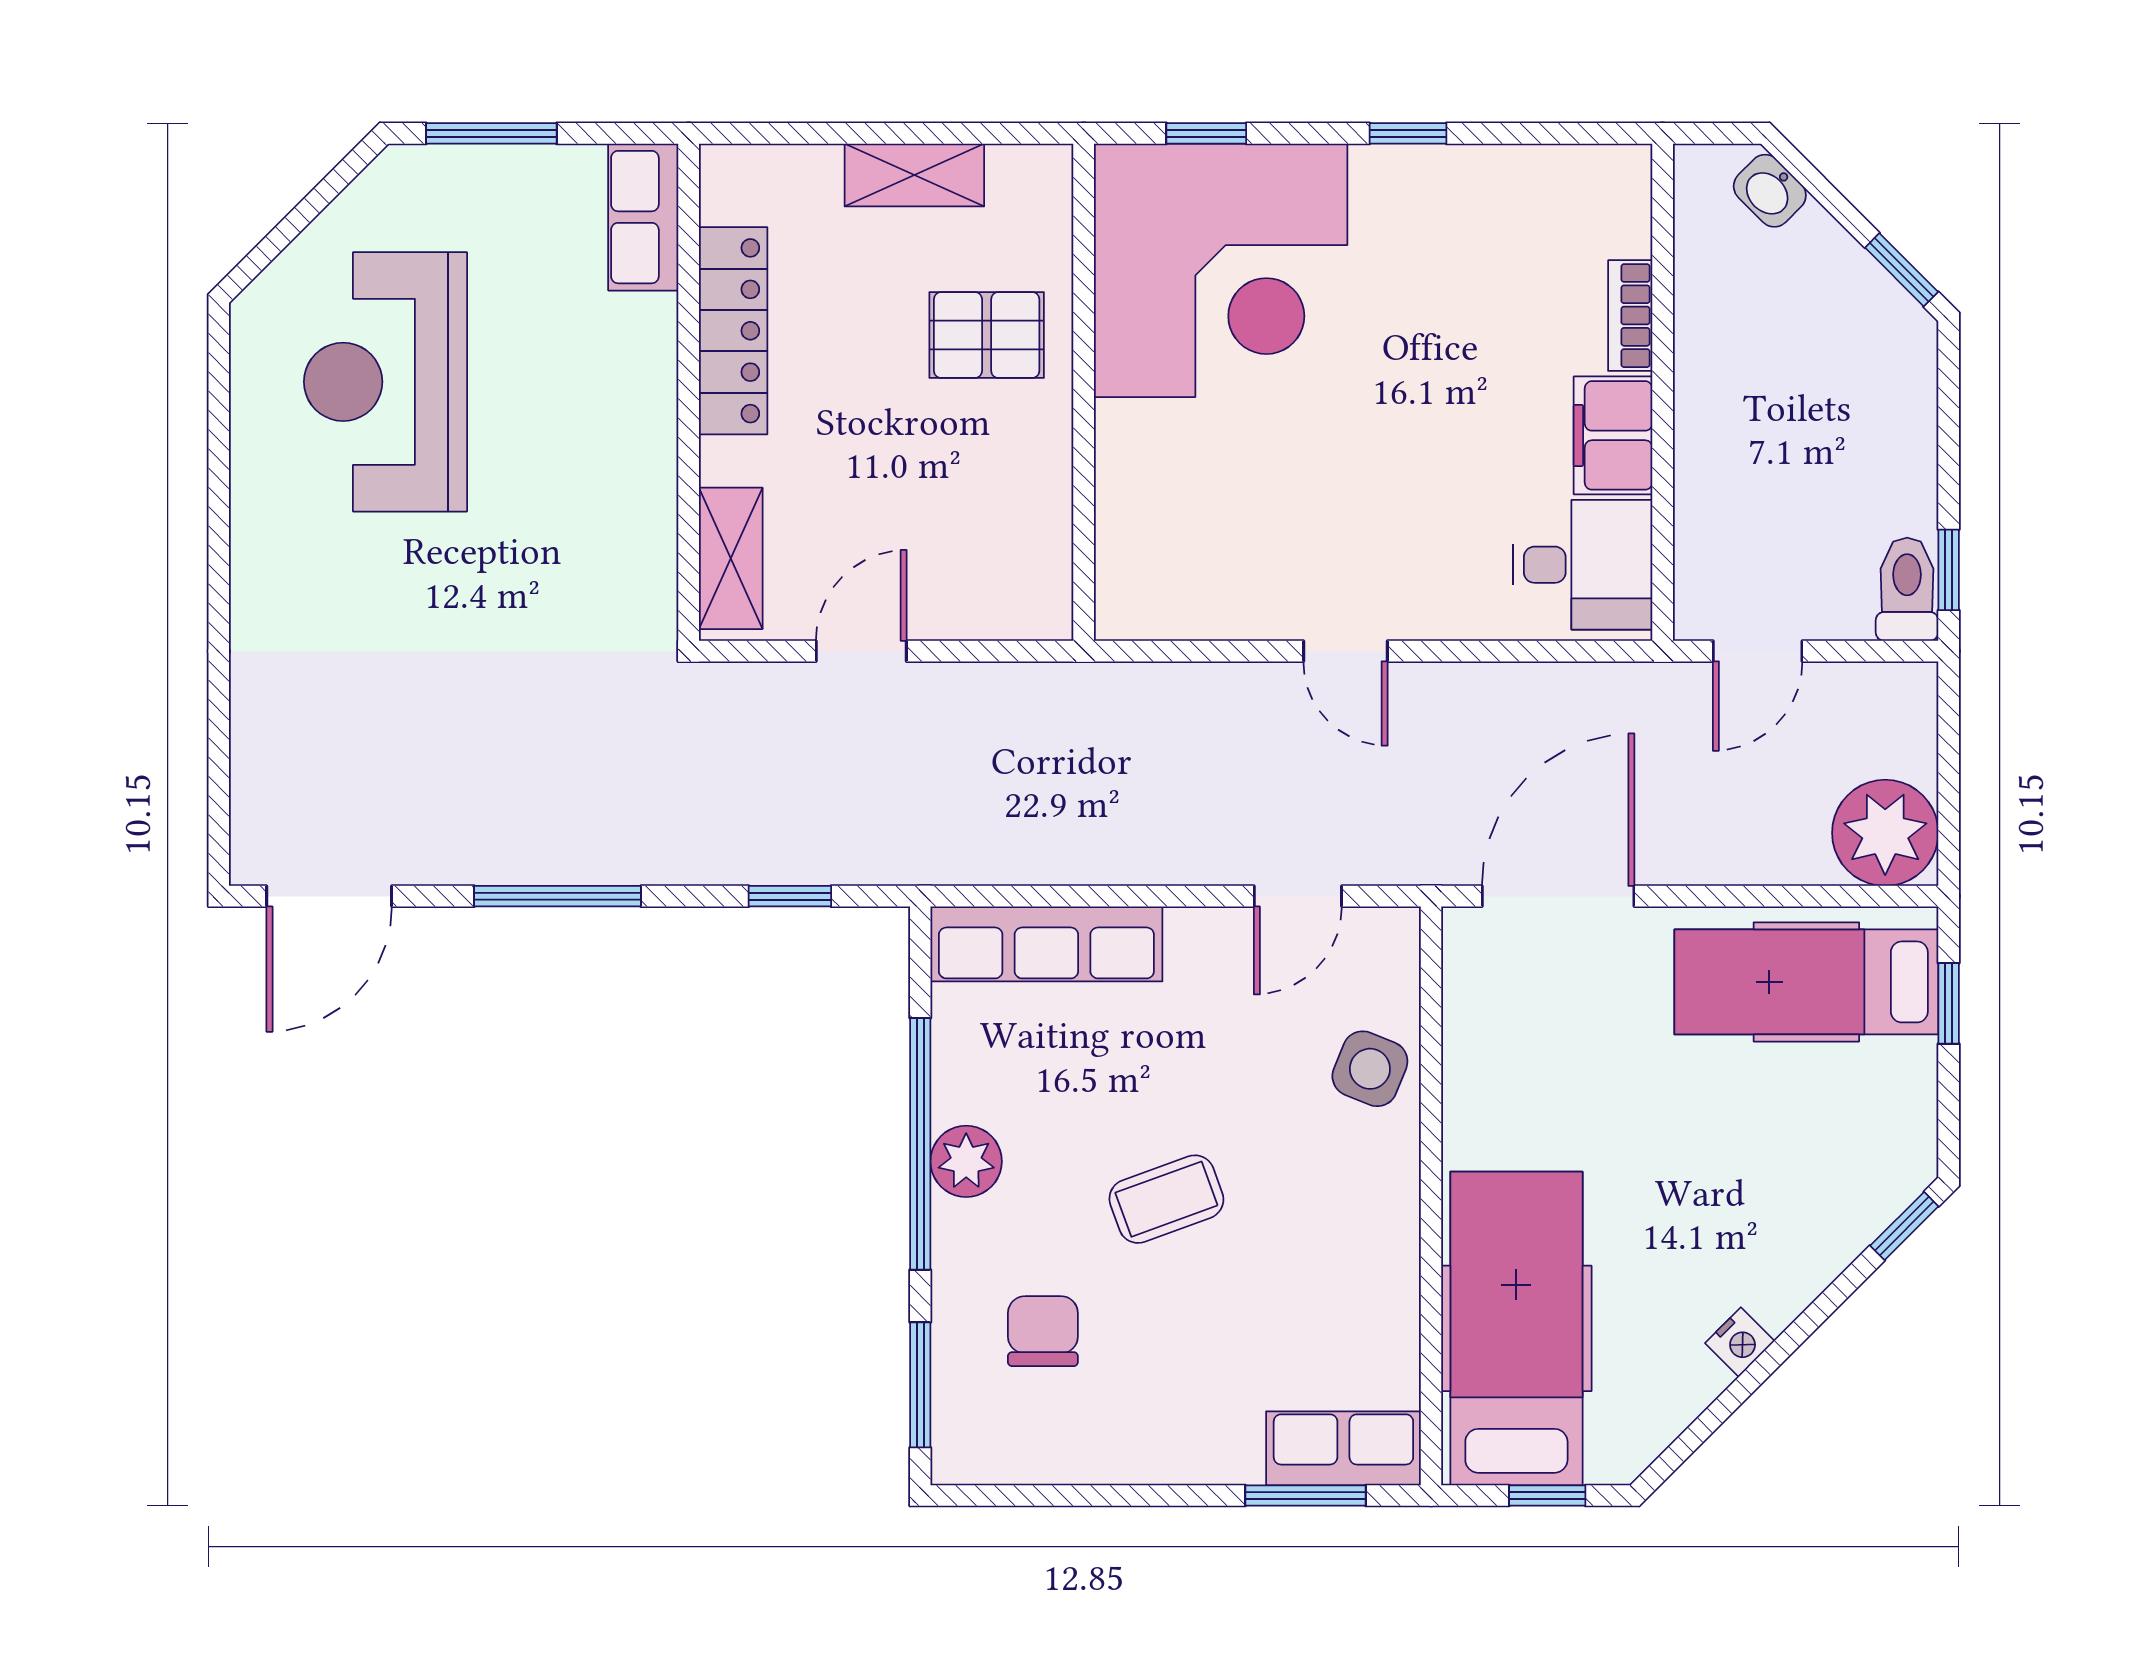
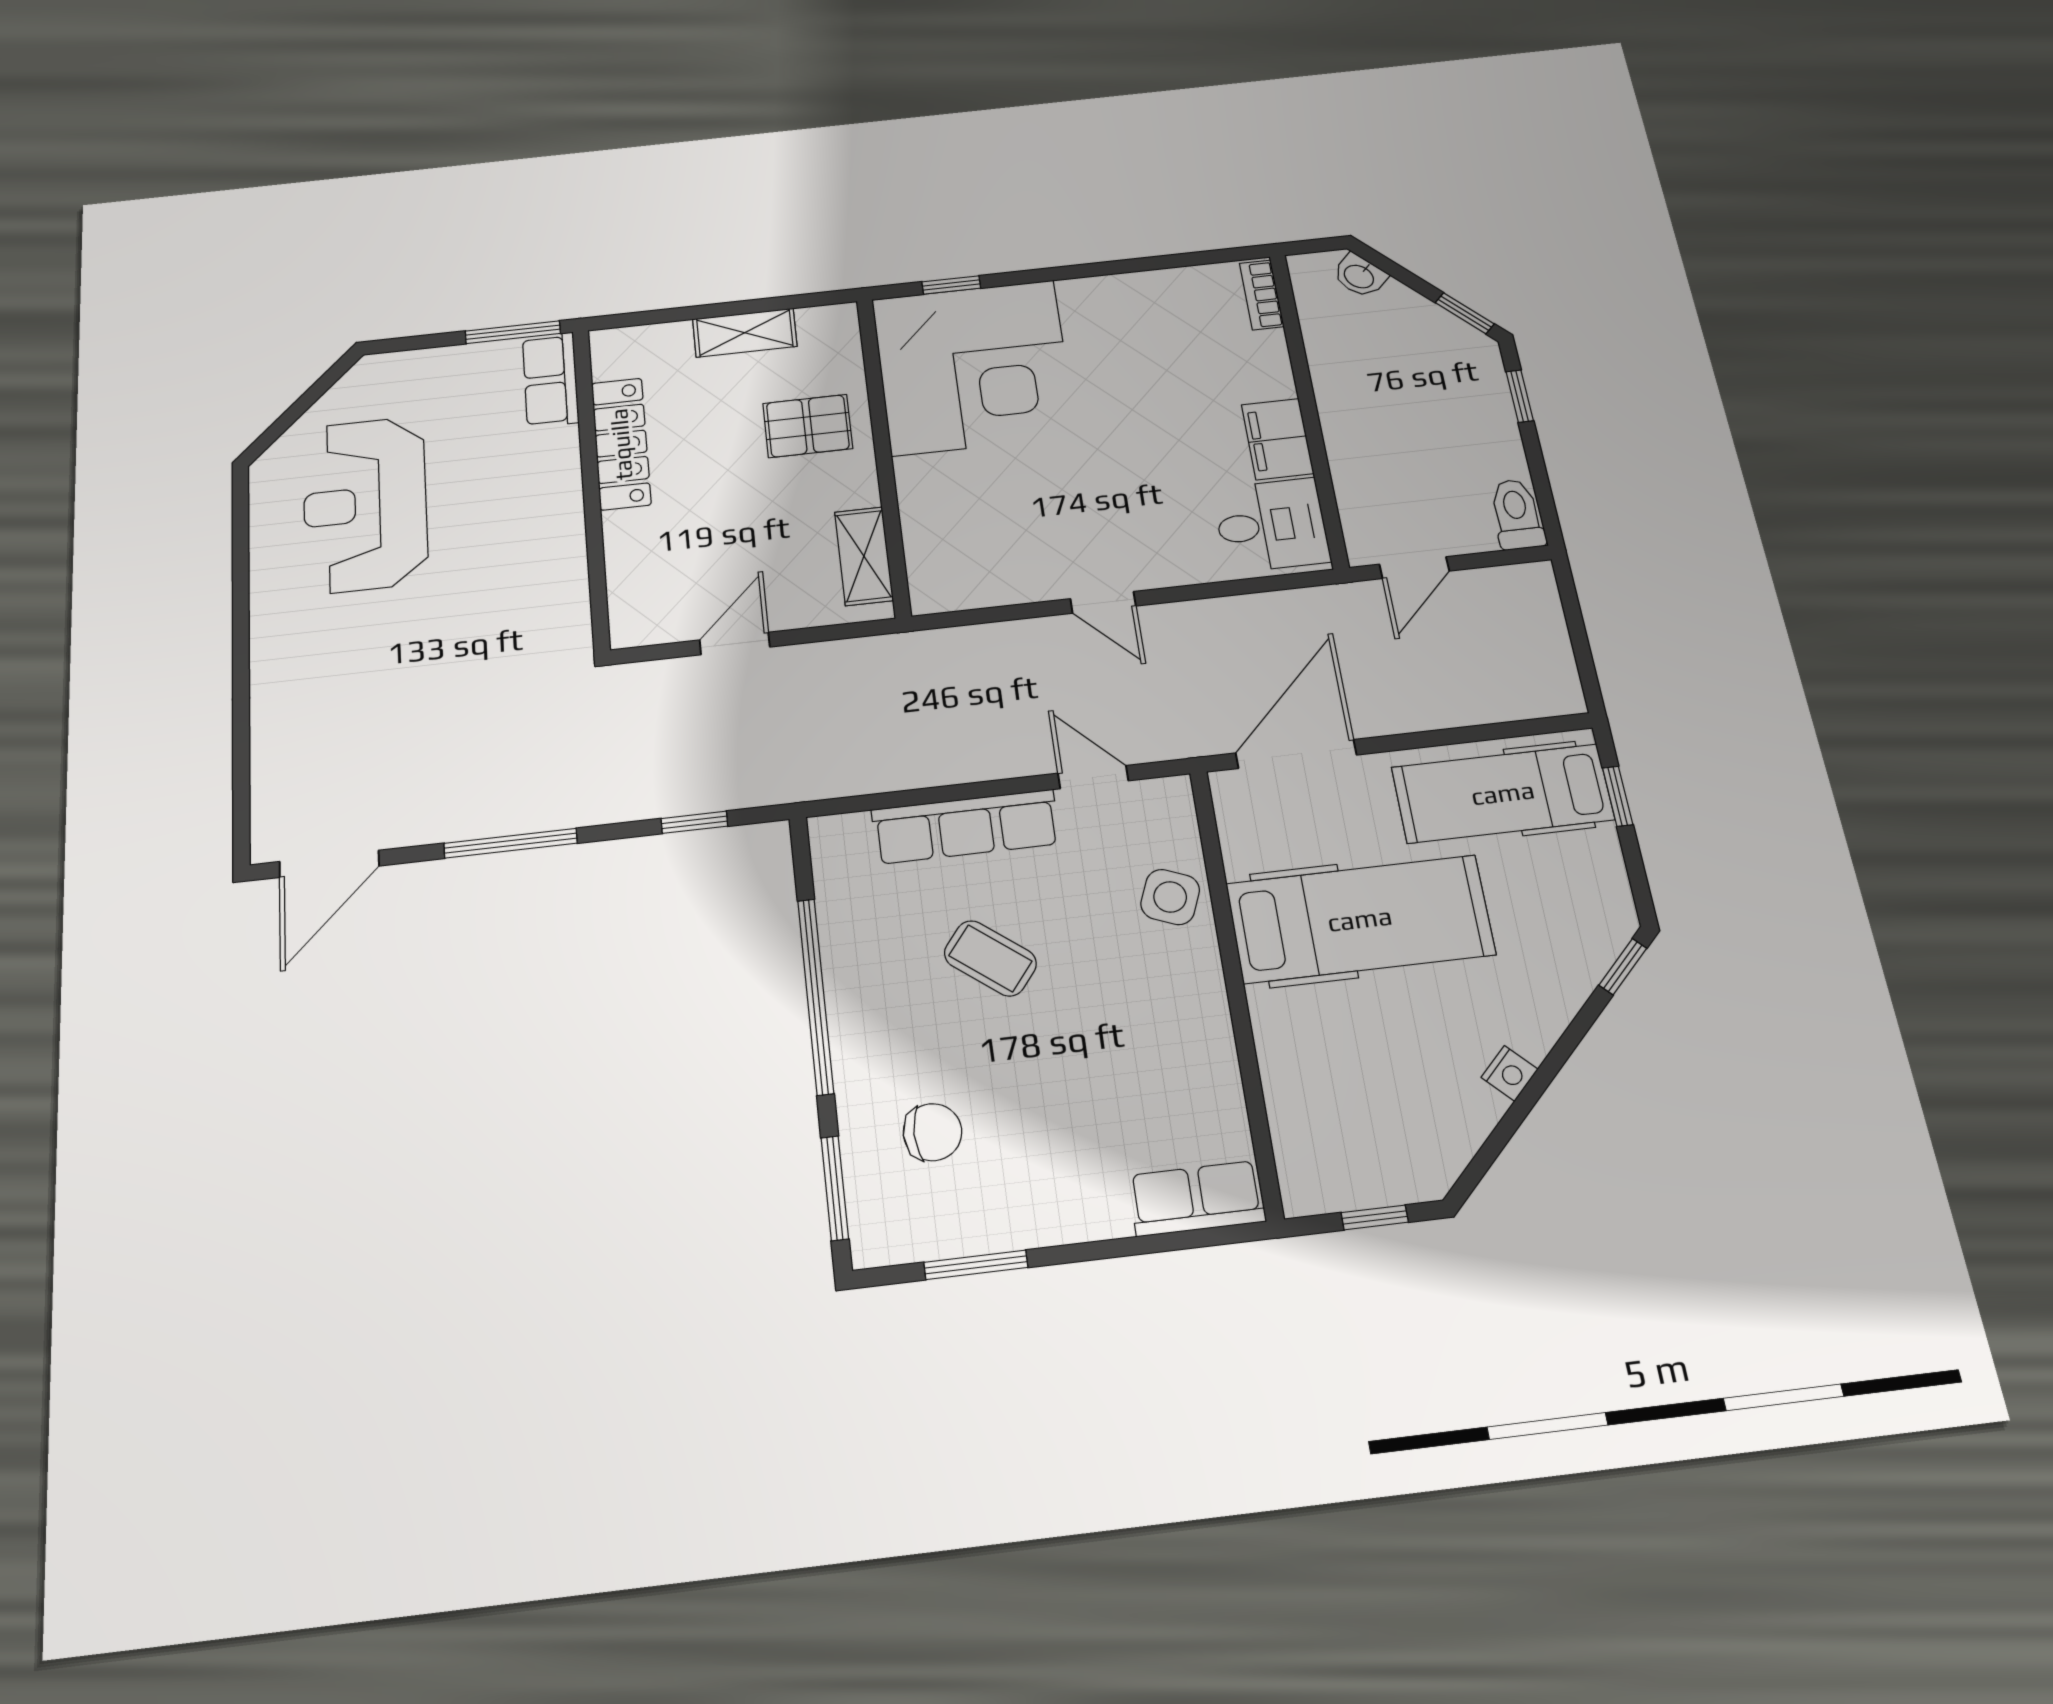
window: (491, 133) -> (513, 332), moved
window: (1408, 133) -> (1095, 269), removed
bookcase: (1630, 316) -> (1262, 295), moved
shelving: (731, 558) -> (864, 556), moved
window: (1949, 570) -> (1520, 396), moved
plant: (1885, 833) -> (1539, 681), removed
door: (1298, 896) -> (1093, 777), swing flipped
row of seats: (1046, 944) -> (966, 827), moved
plant: (966, 1161) -> (854, 1005), removed
coffee table: (1166, 1199) -> (990, 958), moved, turned 58
hospital bed: (1516, 1328) -> (1360, 919), moved, turned 90
chair: (1043, 1331) -> (932, 1132), turned 90
window: (1306, 1496) -> (976, 1265), moved

